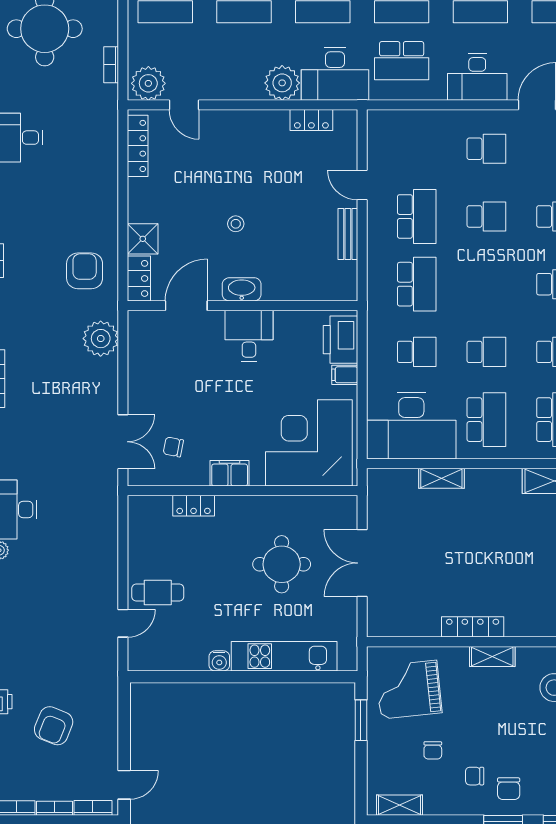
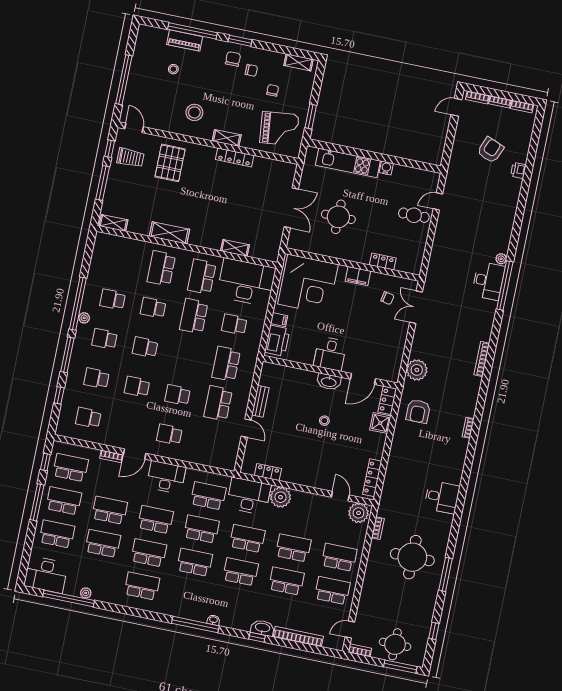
school desk: (486, 352) -> (194, 316), width x1.85

